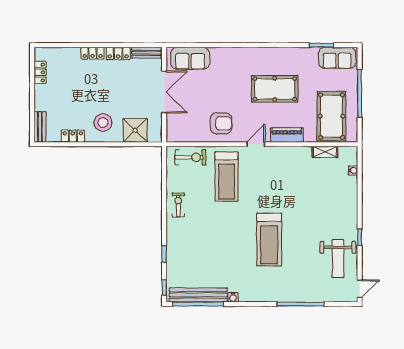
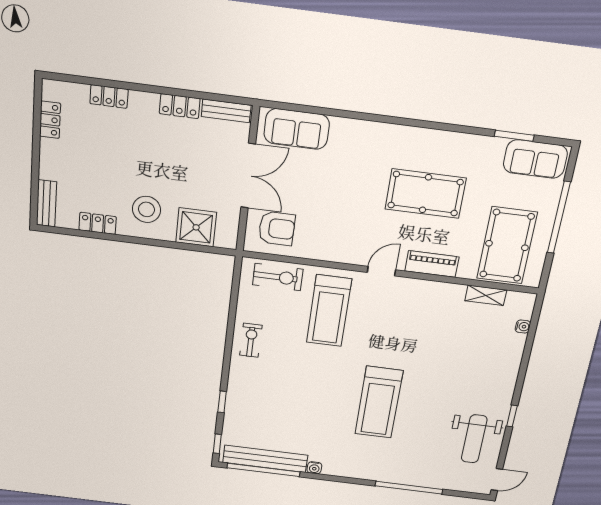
locker: (93, 53) -> (109, 96), moved
armchair: (221, 123) -> (277, 228), moved

